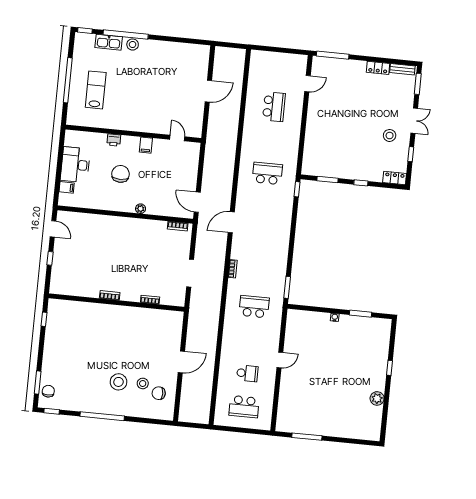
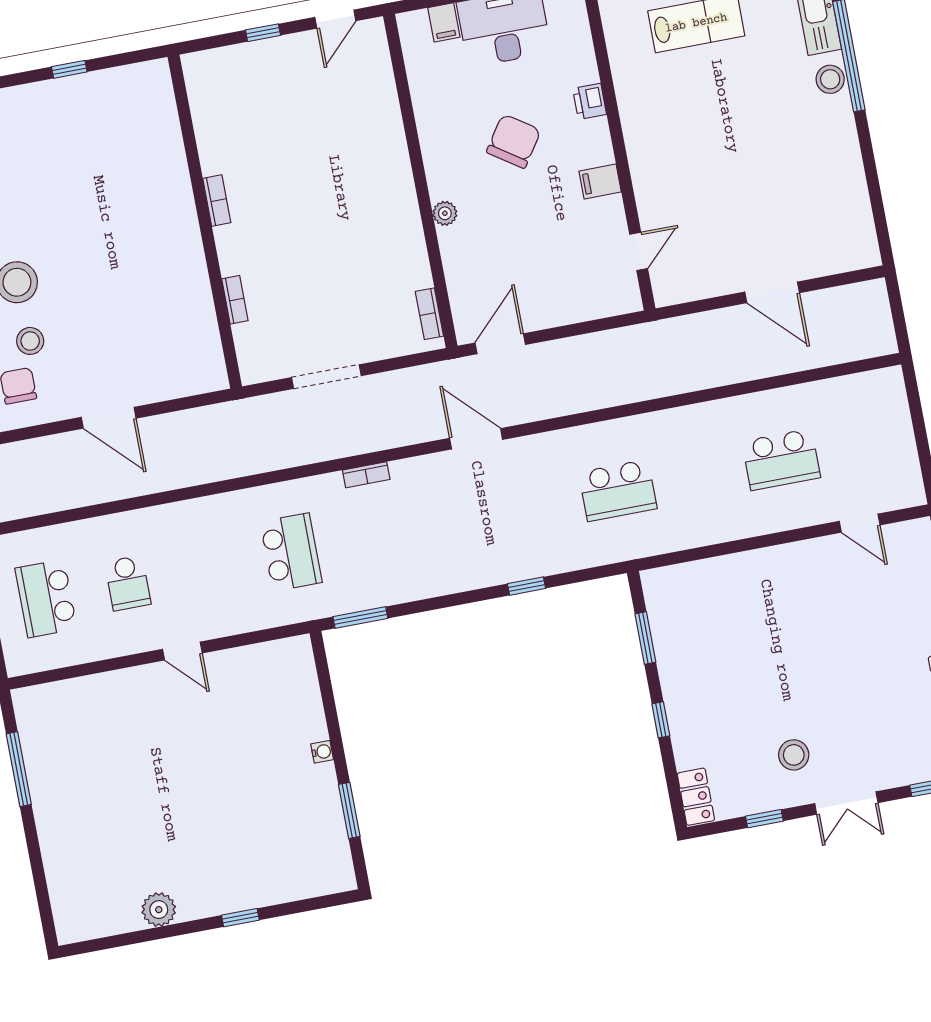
school desk: (267, 173) -> (618, 490), turned 90
chair: (120, 174) -> (514, 141), turned -56
window: (297, 189) -> (527, 586), moved
window: (44, 319) -> (69, 69), moved

